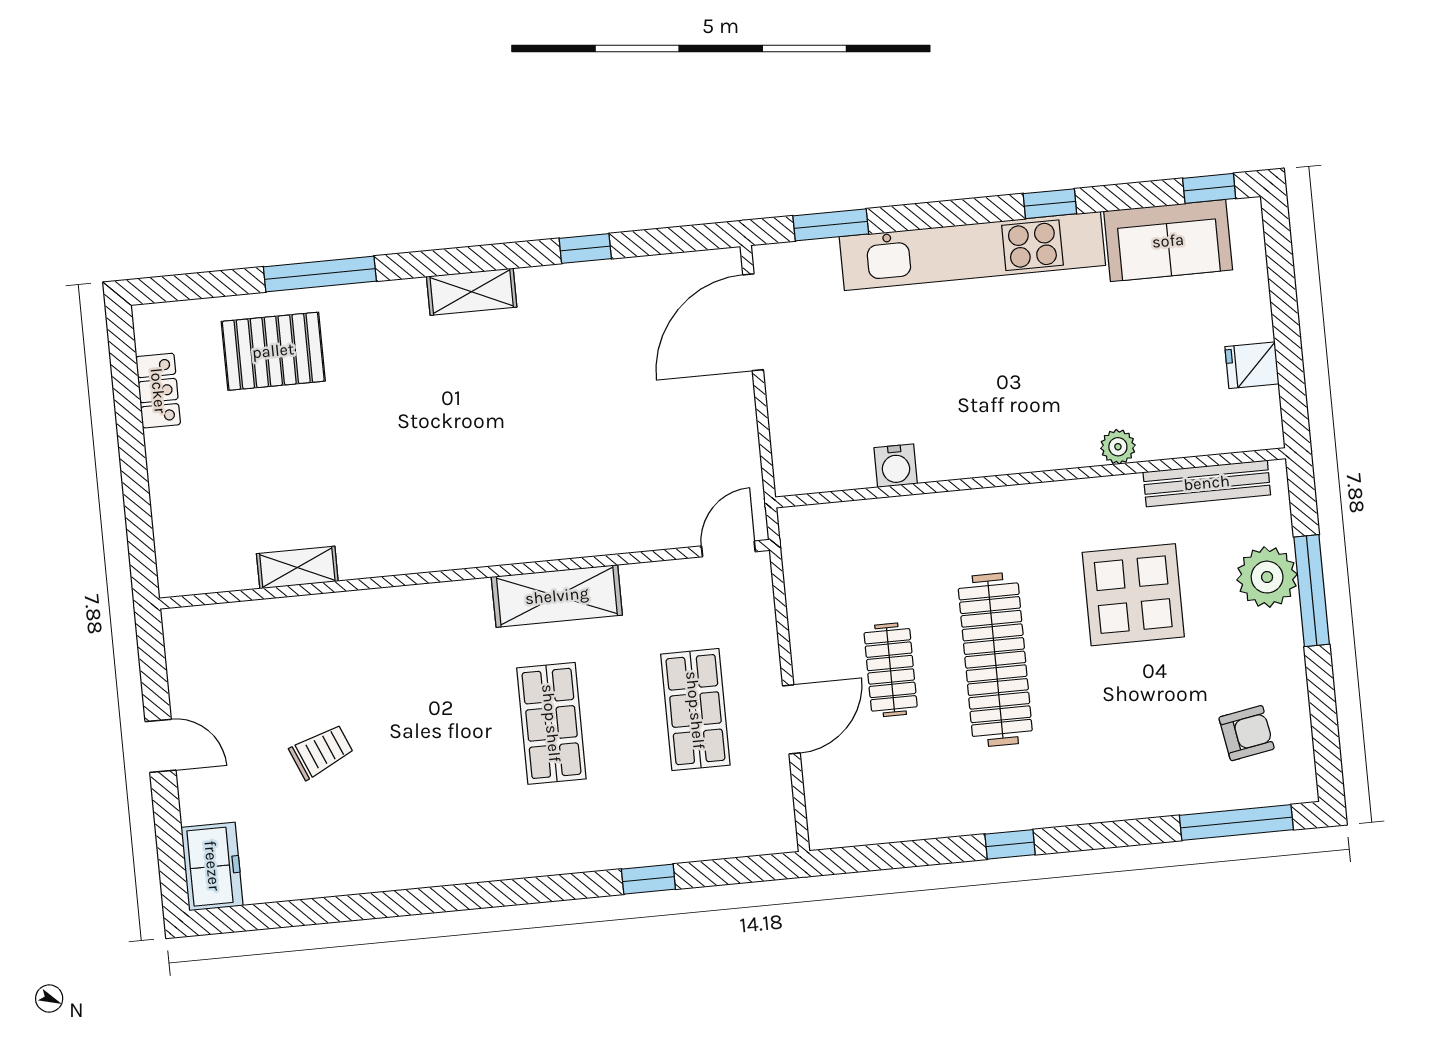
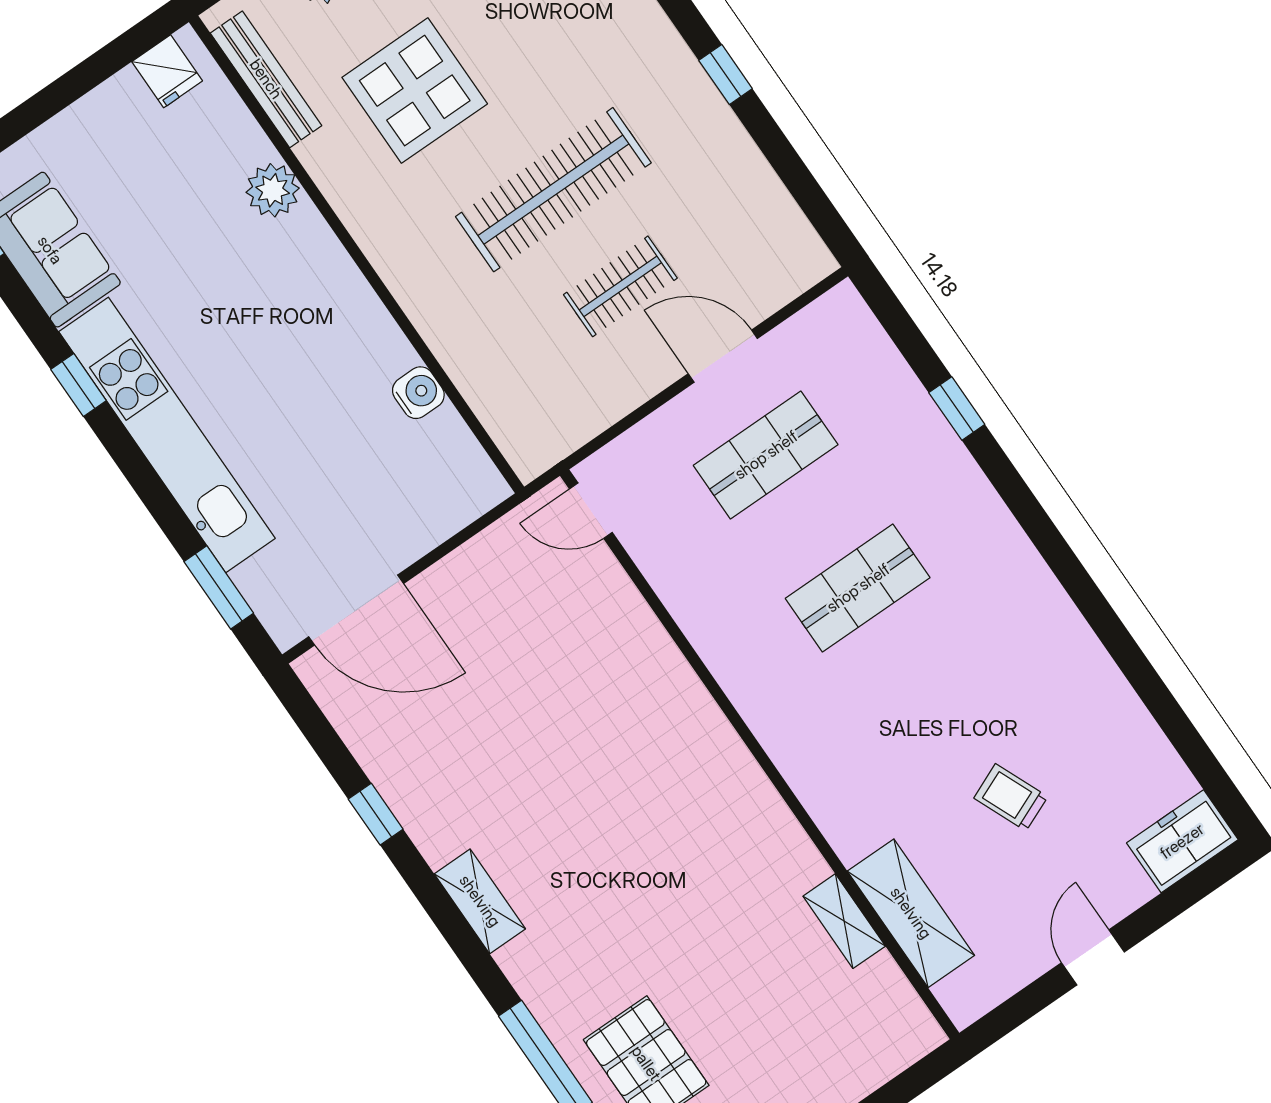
fridge: (1252, 365) -> (167, 71), moved
plant: (1118, 447) -> (273, 190), width x1.38, depth x1.38
shelving: (557, 596) -> (911, 913), moved

